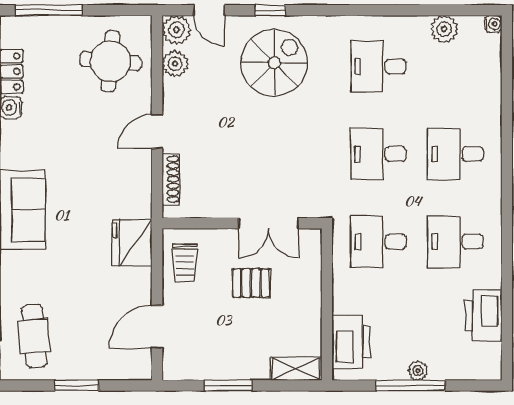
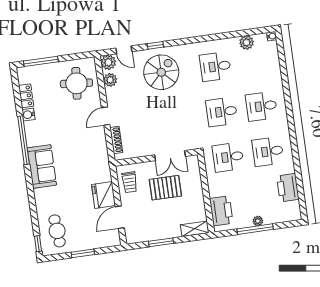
fridge: (132, 243) -> (104, 195), moved
pallet: (251, 283) -> (165, 188), width x1.50, depth x1.42

